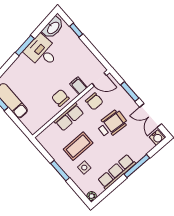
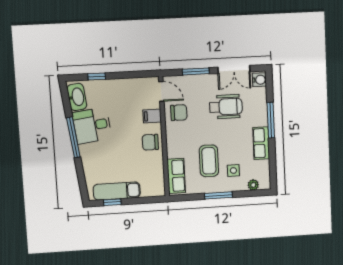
window: (25, 45) -> (73, 137), width x1.44
door: (99, 79) -> (161, 91), hinge flipped
row of seats: (69, 117) -> (176, 176), moved
wheelchair: (112, 124) -> (226, 107), moved, turned 86
row of seats: (117, 172) -> (261, 143), width x0.68
plant: (92, 196) -> (253, 185), moved

